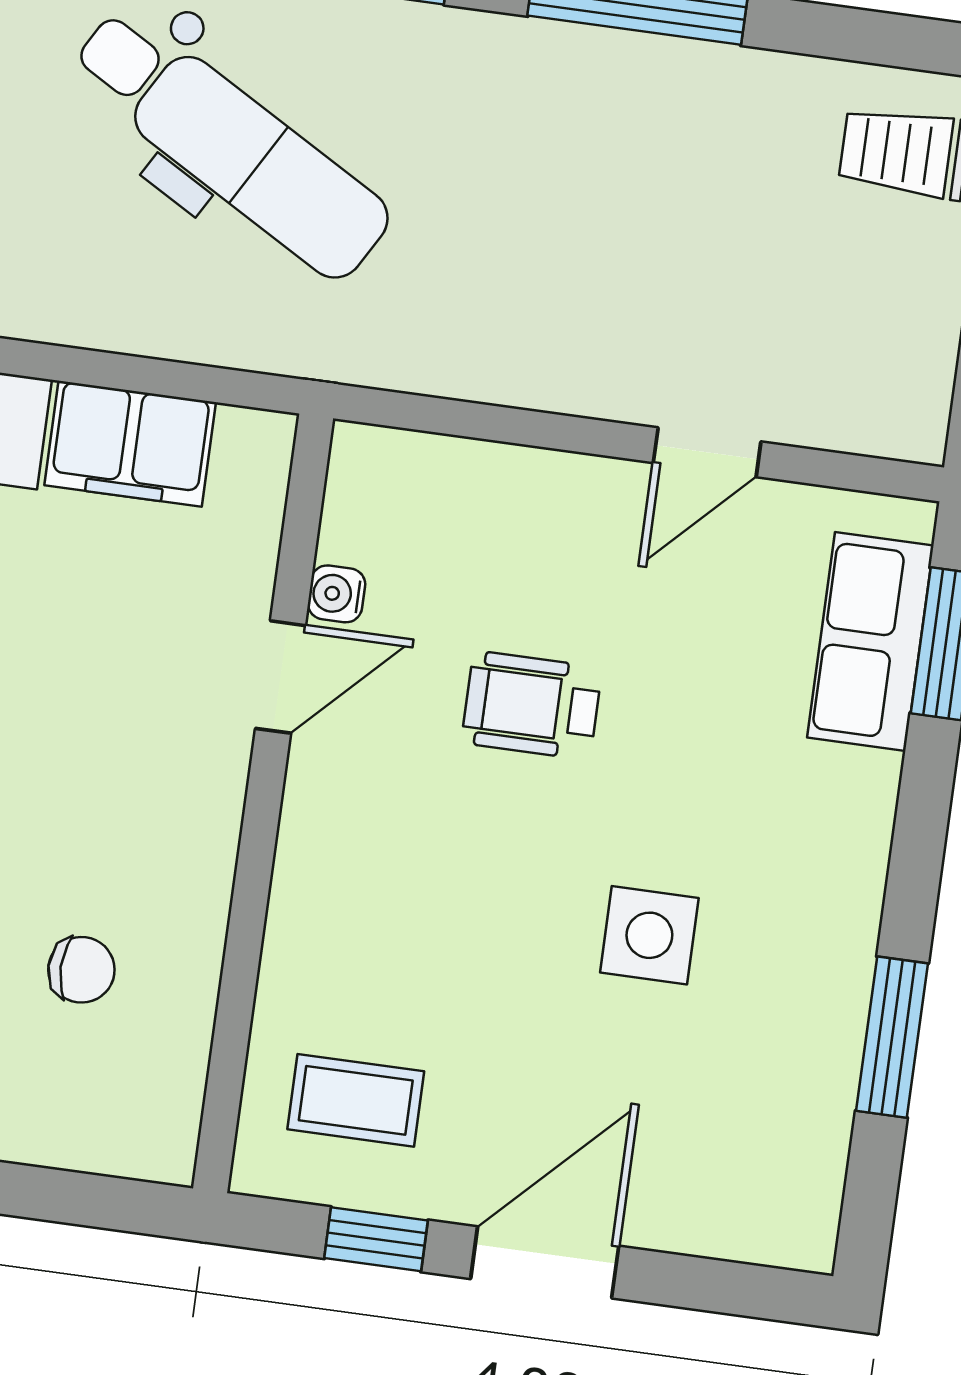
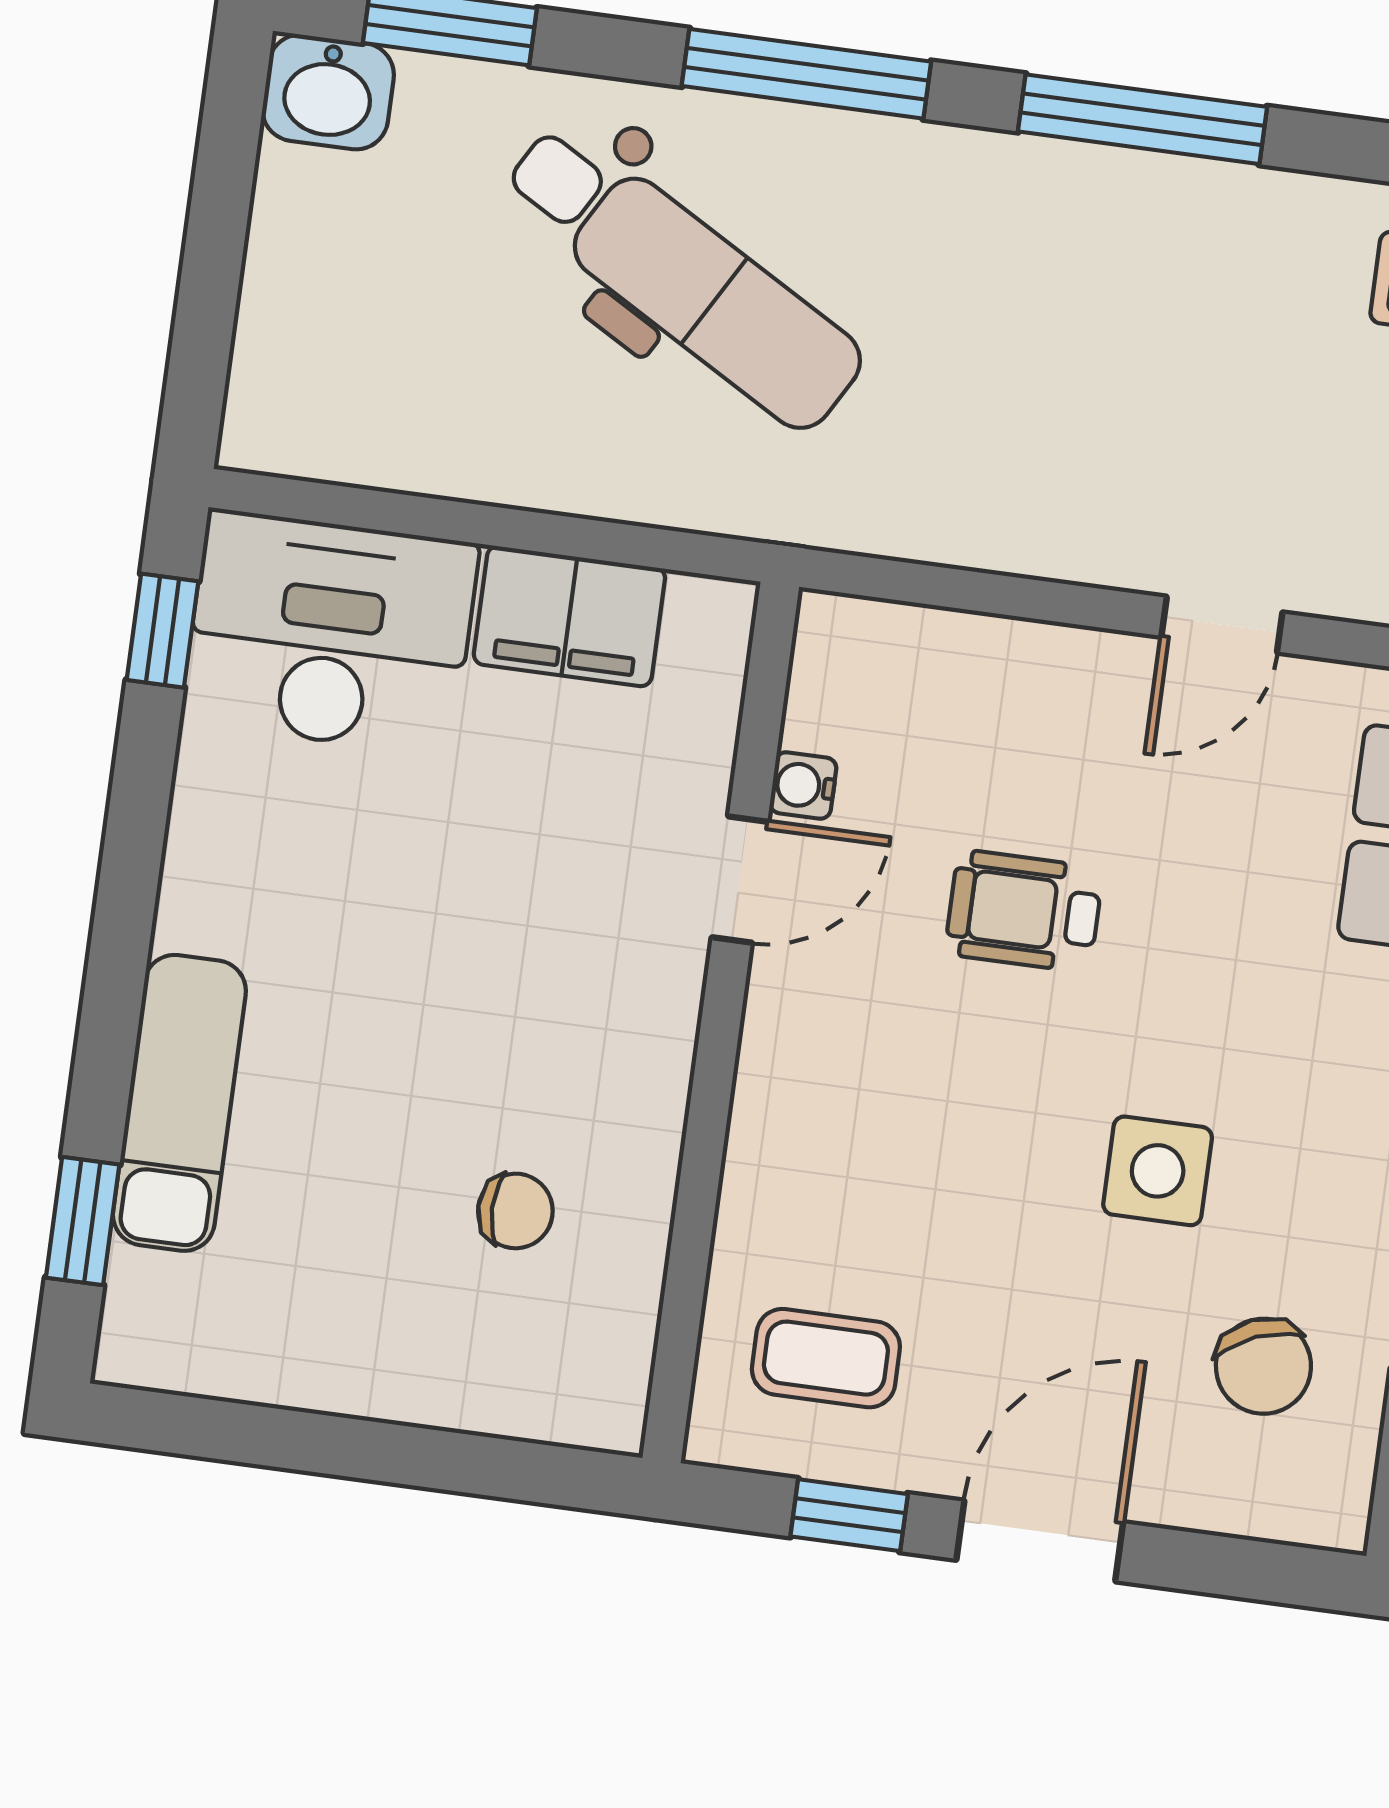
chair: (743, 1108) -> (1263, 1366), added

